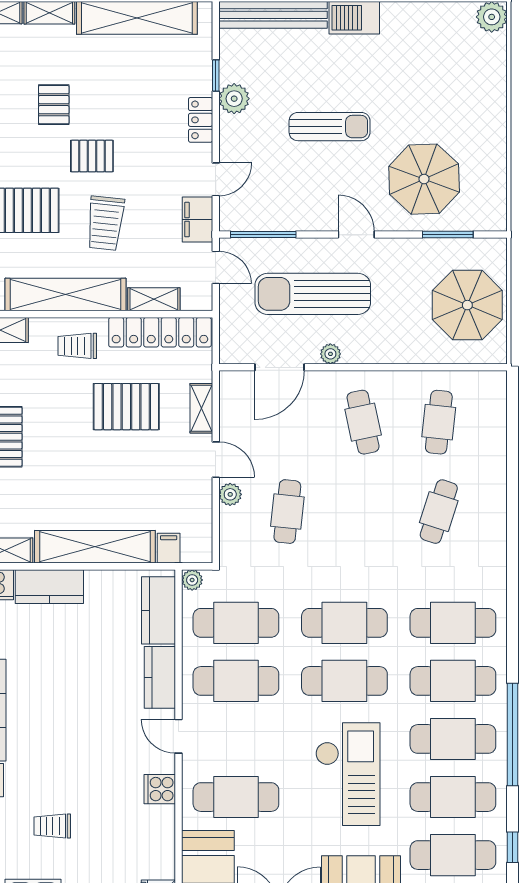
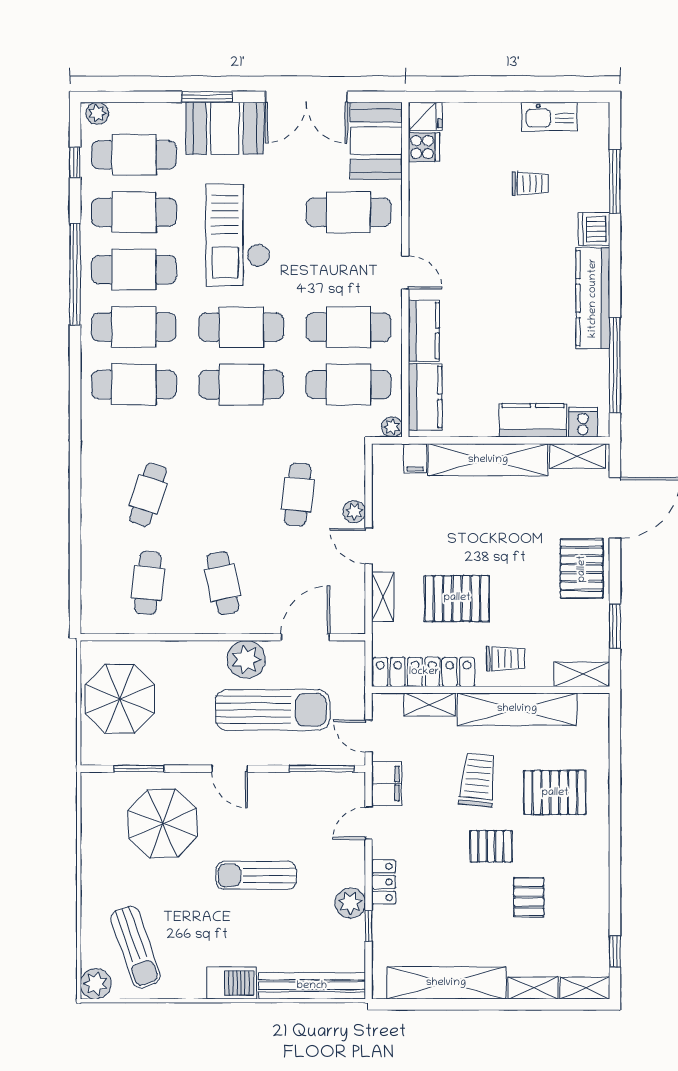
sun lounger: (451, 54) -> (136, 947), added
plant: (330, 354) -> (246, 659), width x1.88, depth x1.88
cooker: (160, 789) -> (424, 147), moved

